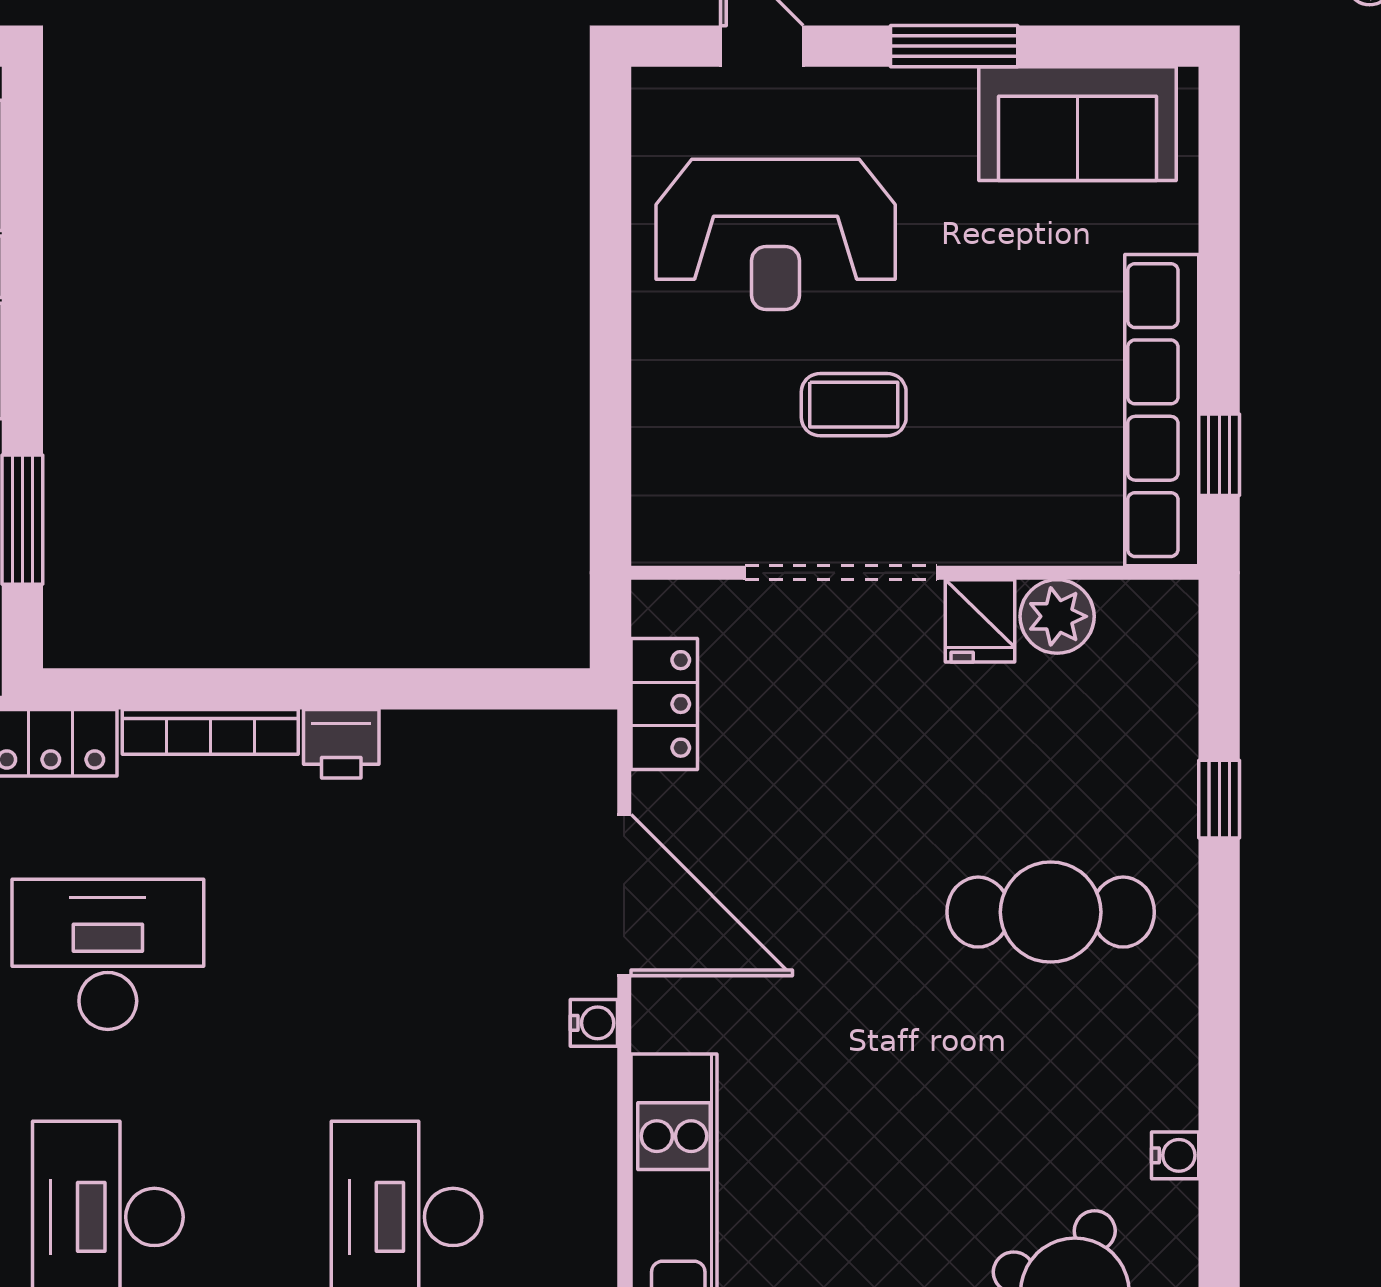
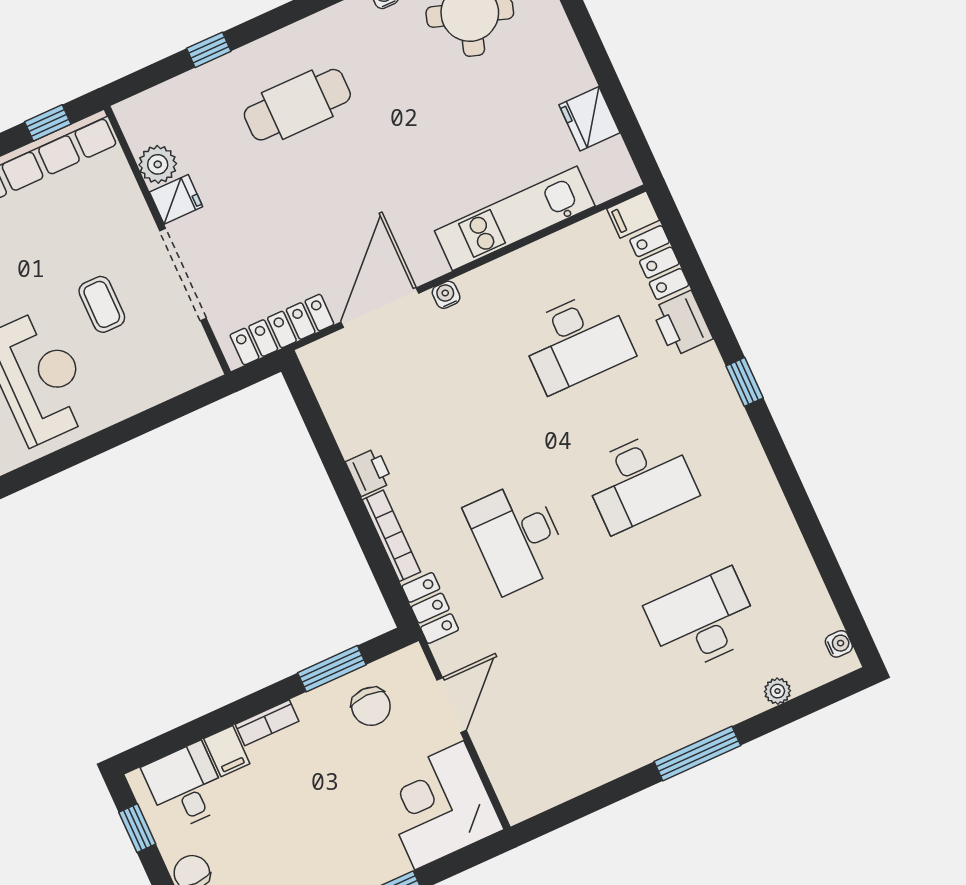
locker: (664, 704) -> (282, 330), width x1.53
cafe table: (1051, 912) -> (297, 105), turned 90

